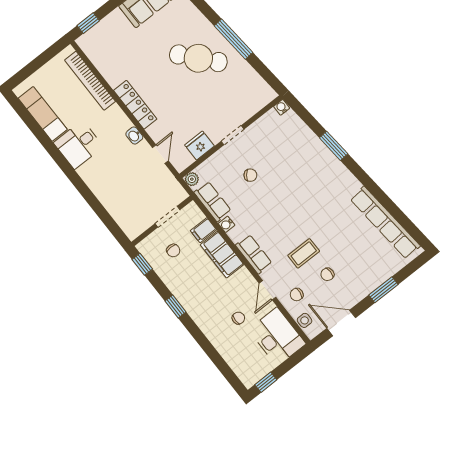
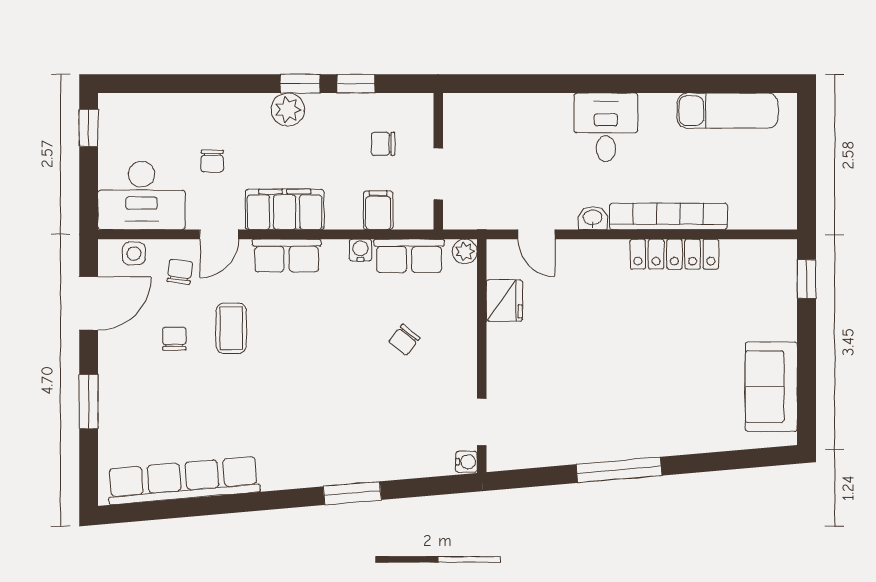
cafe table: (198, 58) -> (631, 398), removed
bookcase: (90, 81) -> (668, 216), moved
locker: (135, 105) -> (674, 254), moved
doorway: (233, 135) -> (482, 422), moved
desk: (78, 145) -> (606, 127), moved
filing cabinet: (222, 255) -> (285, 209), moved
window: (142, 264) -> (356, 84), moved
door: (267, 290) -> (219, 234), swing flipped
plant: (191, 303) -> (288, 110), added

